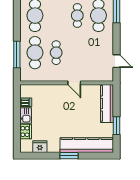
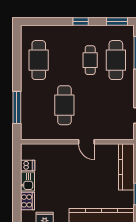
cafe table: (35, 53) -> (39, 105), removed
cafe table: (56, 53) -> (64, 105), width x1.37, depth x1.35

